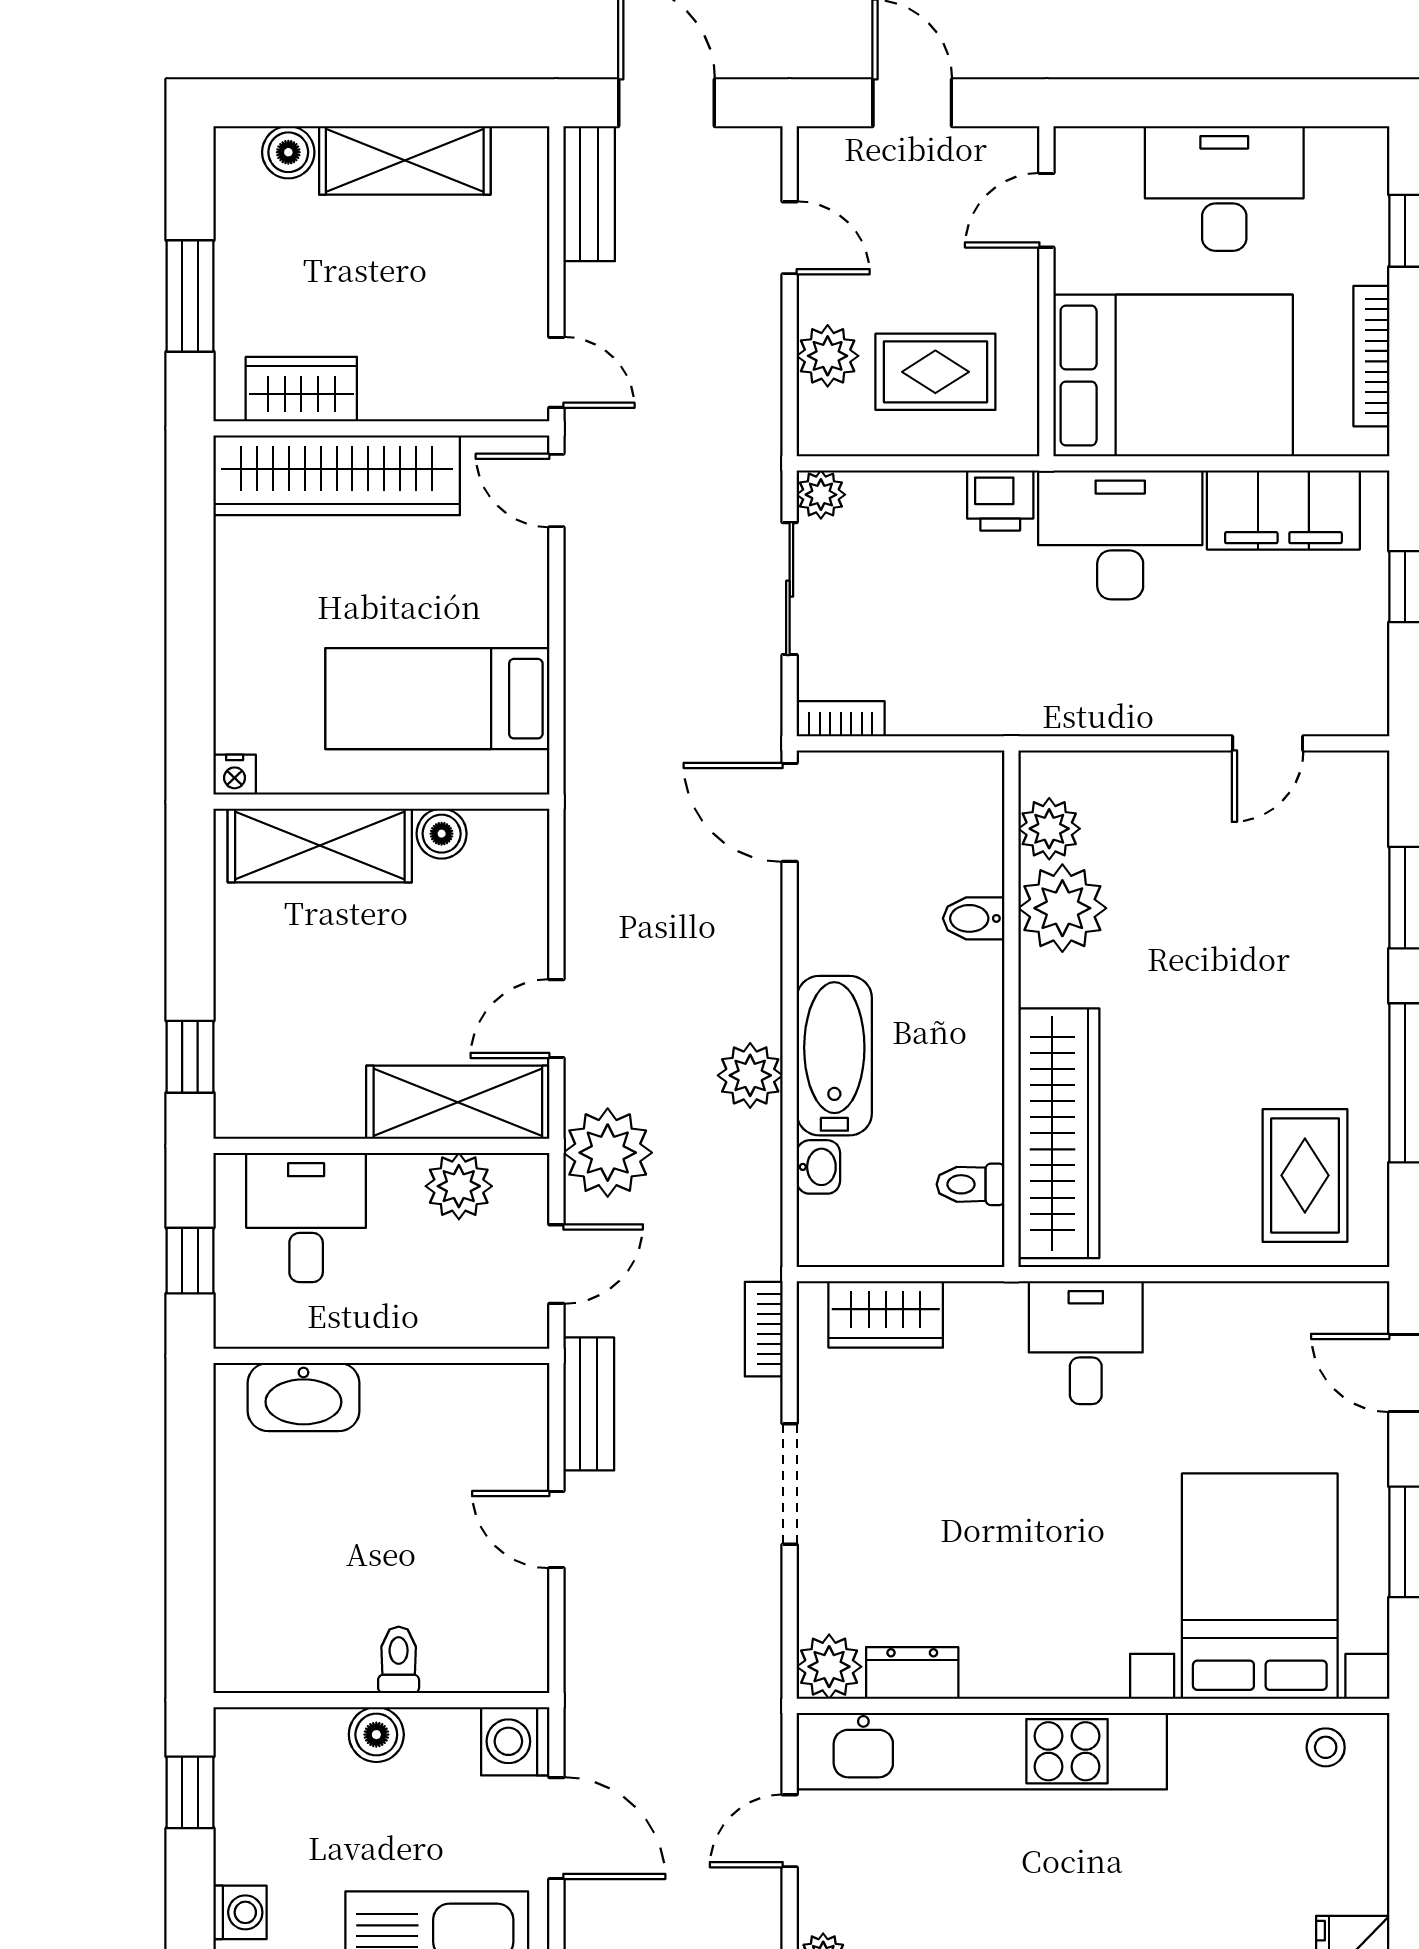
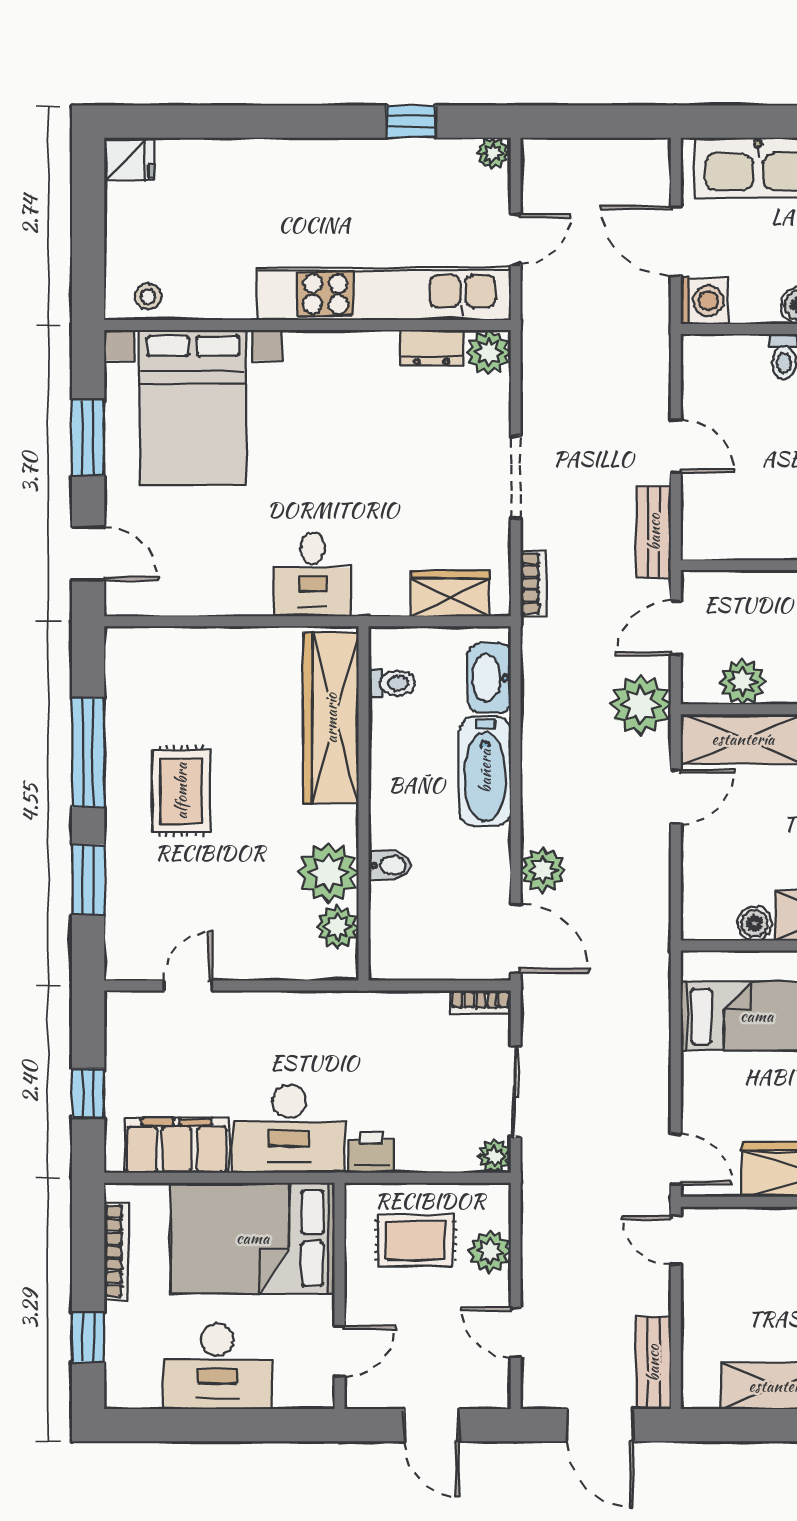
plant: (750, 1075) -> (543, 870), moved
washbasin: (818, 1167) -> (489, 678), width x1.91, depth x1.45
rug: (1305, 1175) -> (181, 791), moved

